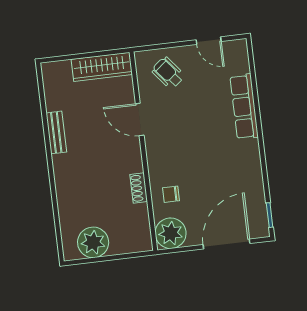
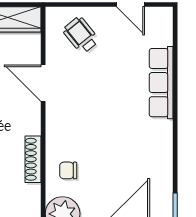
shoe rack: (139, 188) -> (33, 159), width x1.43

